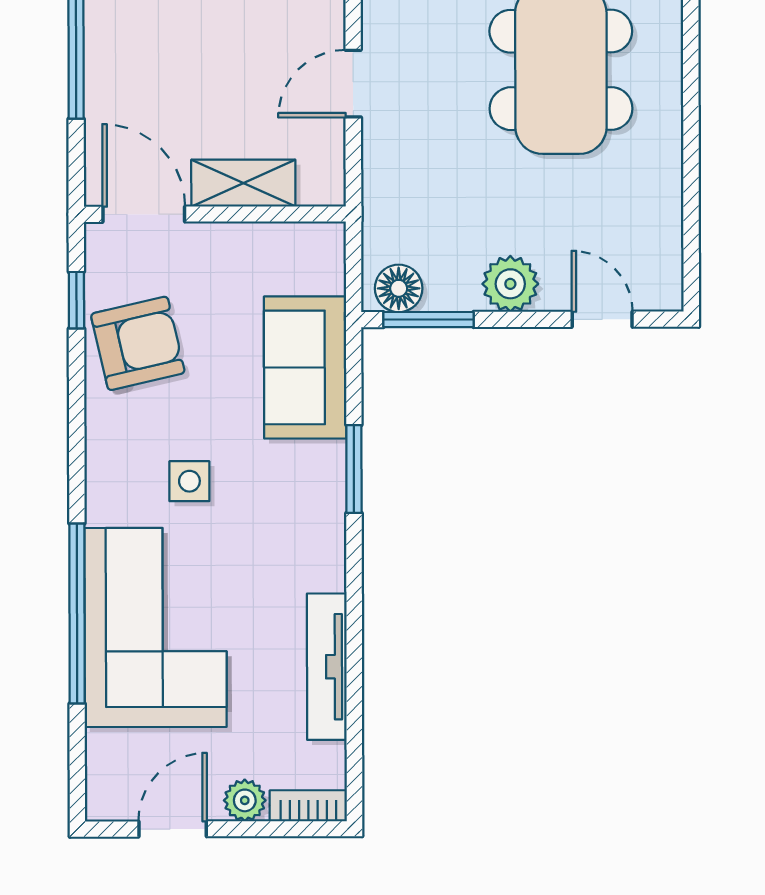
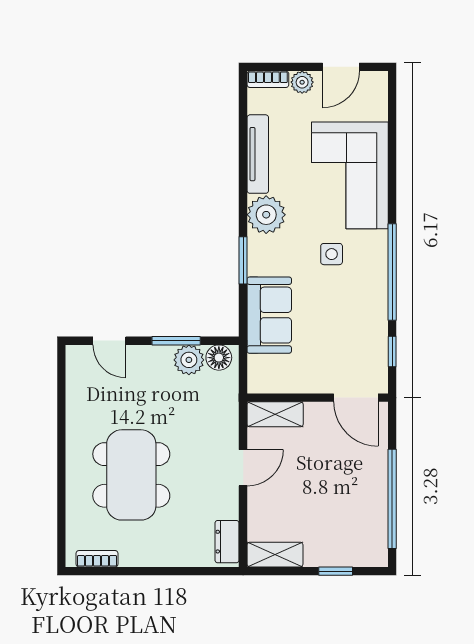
shelving: (243, 183) -> (275, 414), moved
plant: (510, 284) -> (189, 360), moved
window: (428, 320) -> (176, 341), moved
armchair: (138, 343) -> (359, 328), removed
plant: (311, 554) -> (266, 215), added
window: (77, 613) -> (392, 272), moved

